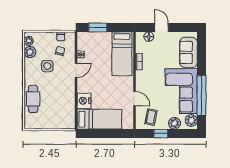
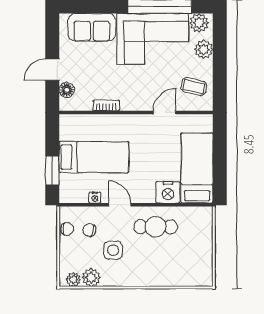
bed: (122, 54) -> (94, 157), moved
cafe table: (33, 99) -> (156, 227), moved
window: (161, 133) -> (220, 71), removed

